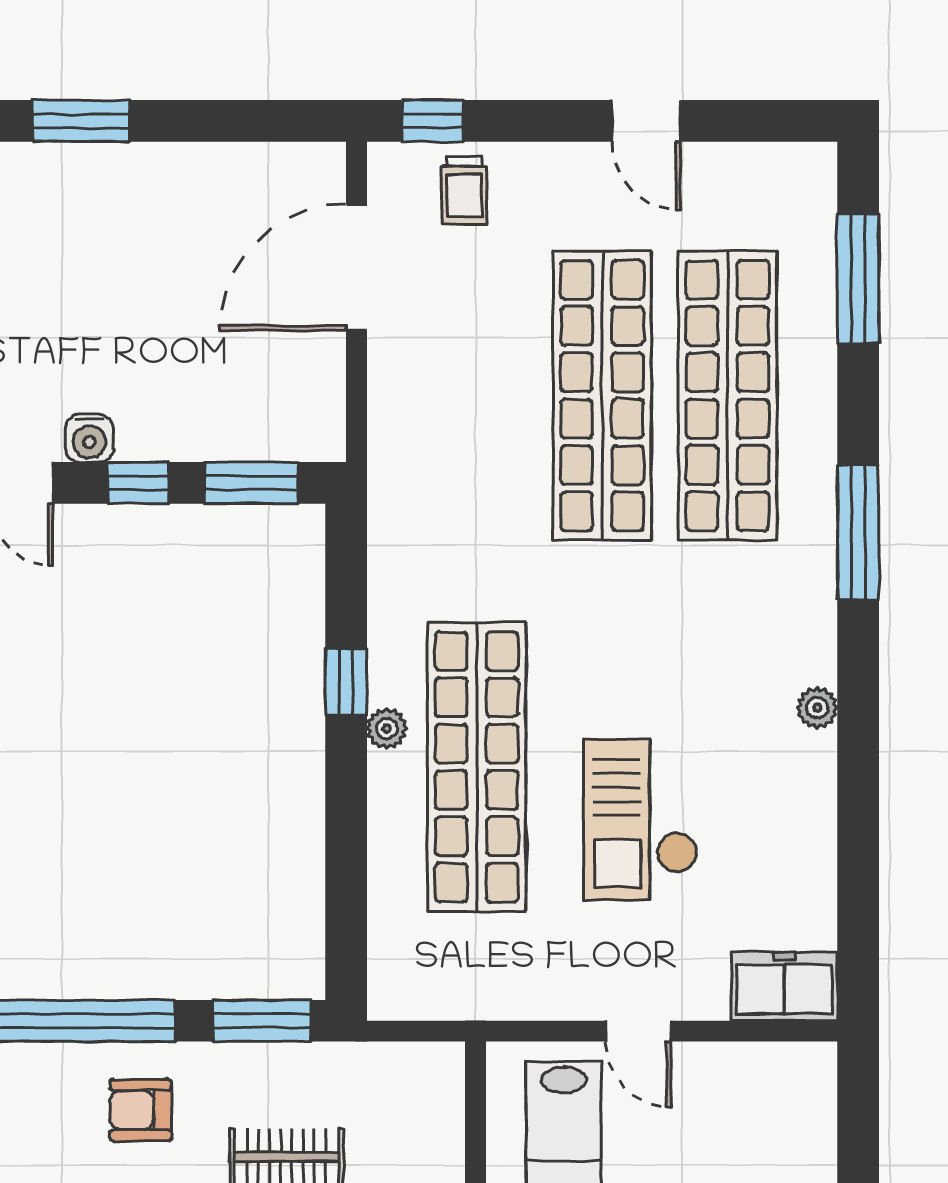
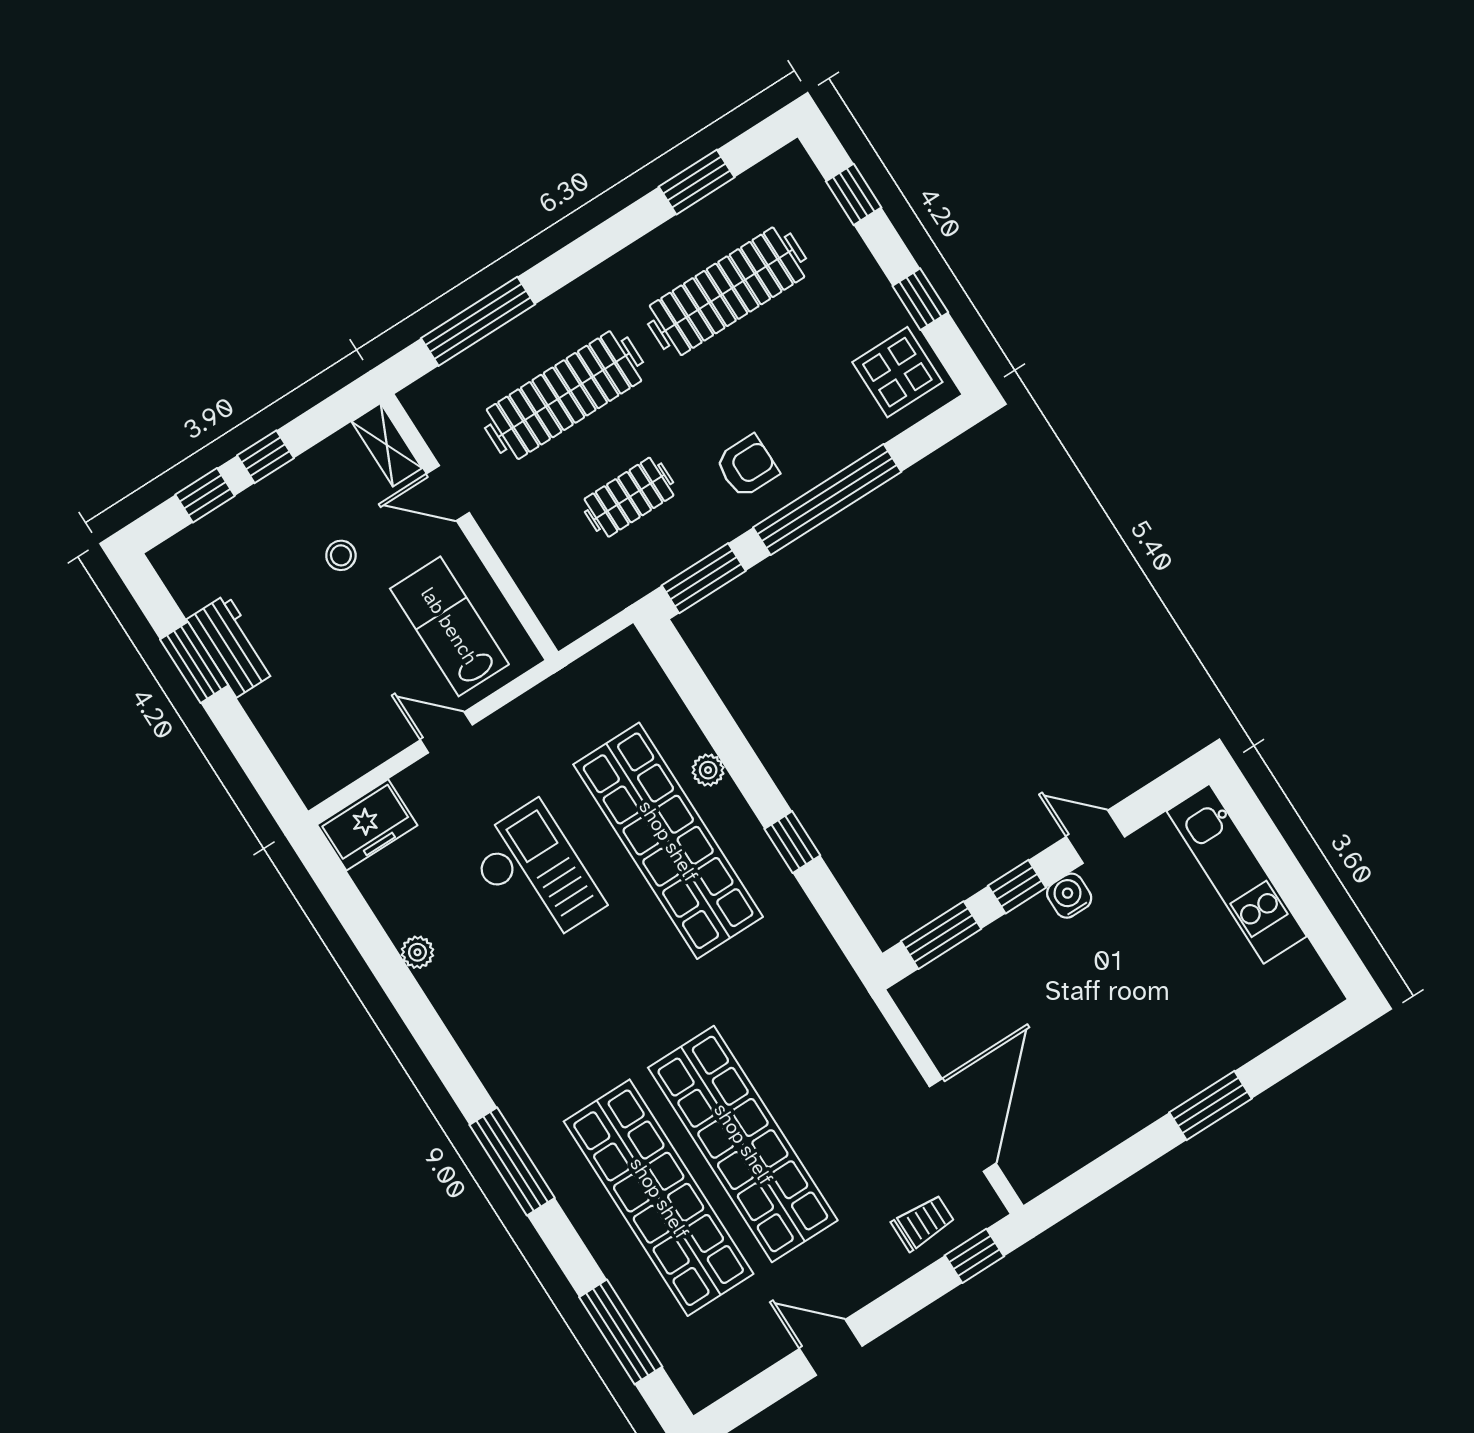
trolley: (464, 191) -> (923, 1223), turned 90
plant: (817, 708) -> (417, 952), moved
plant: (387, 729) -> (708, 770), moved

